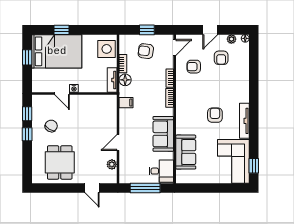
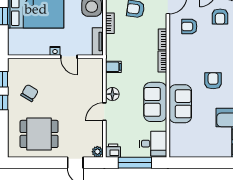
floor lamp: (125, 80) -> (112, 94), moved
door: (62, 94) -> (69, 57), moved
sofa: (186, 152) -> (180, 104), moved
dining table: (60, 162) -> (39, 134), turned 90
plant: (112, 164) -> (97, 152), moved
printer: (126, 177) -> (113, 151), added

